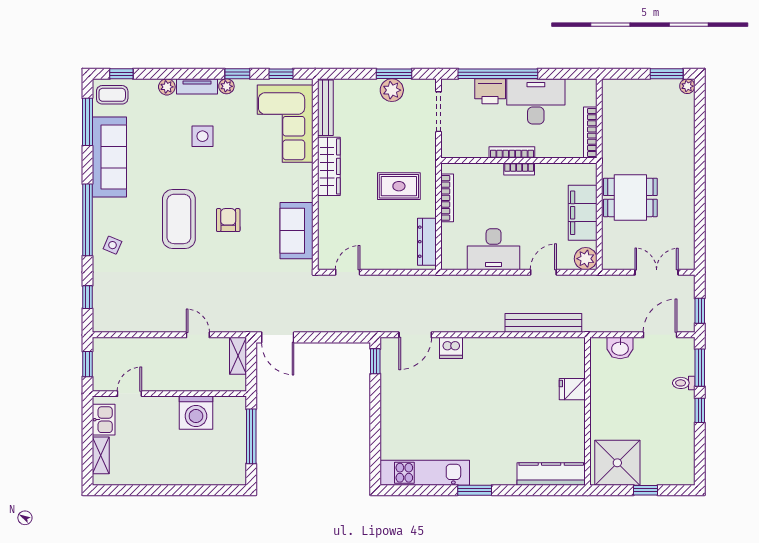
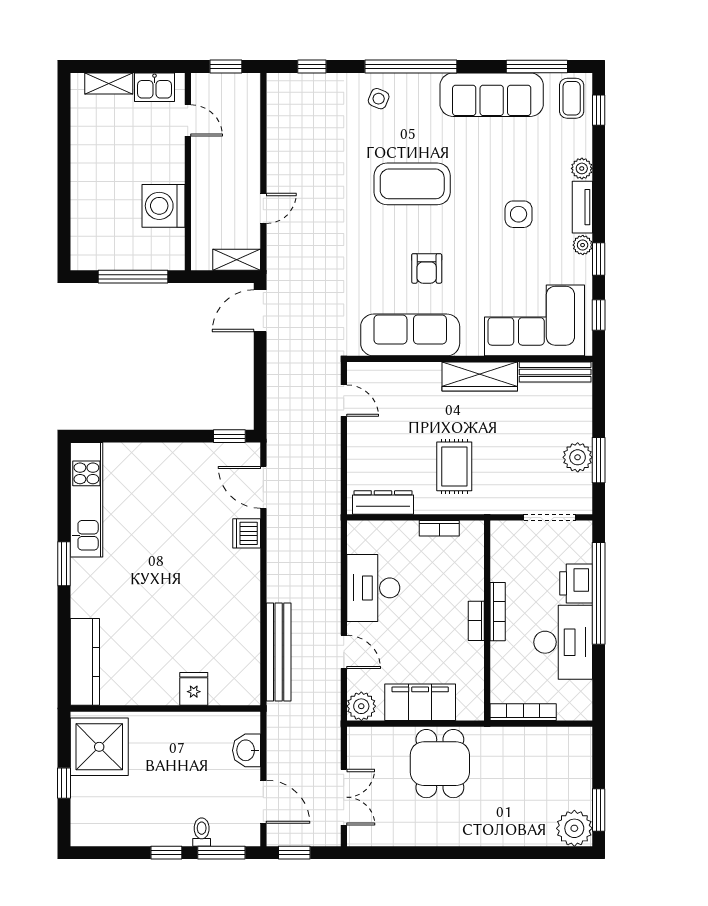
plant: (687, 86) -> (574, 828), width x1.88, depth x1.88
bookcase: (447, 198) -> (439, 528), width x0.64
armchair: (228, 220) -> (427, 268), moved, turned 90
sofa: (297, 231) -> (410, 335), width x1.36

